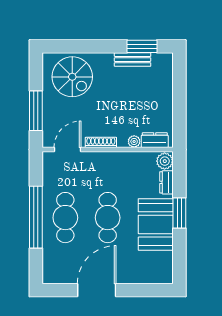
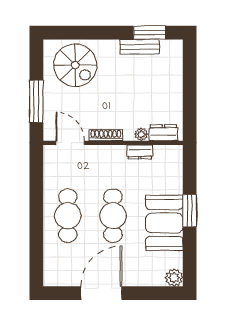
door: (67, 149) -> (70, 143), hinge flipped
plant: (165, 161) -> (174, 278), moved
dresser: (166, 182) -> (140, 152), moved, turned -90
window: (36, 217) -> (36, 215), removed

